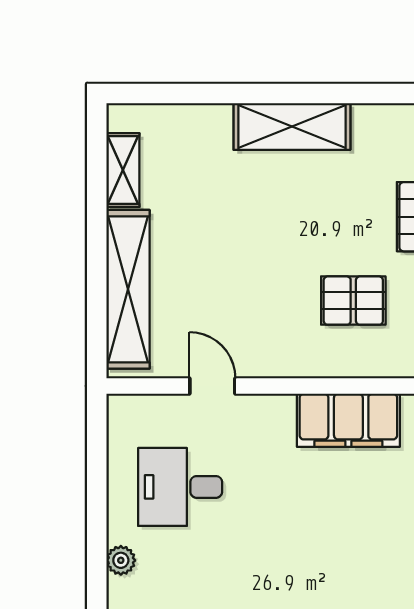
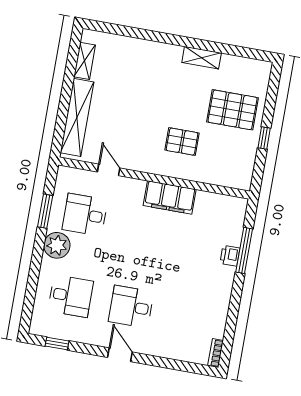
shelving: (292, 126) -> (202, 58), moved, width x0.67, depth x0.75
window: (97, 494) -> (45, 211), added
plant: (121, 560) -> (57, 245), width x1.88, depth x1.88

